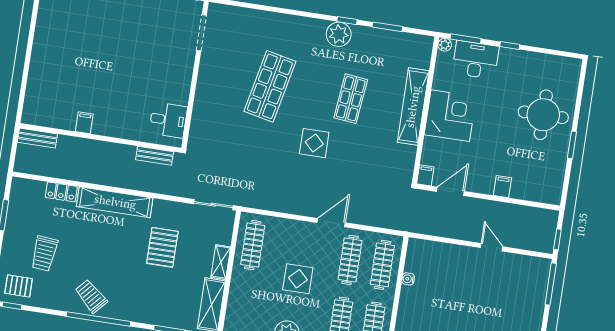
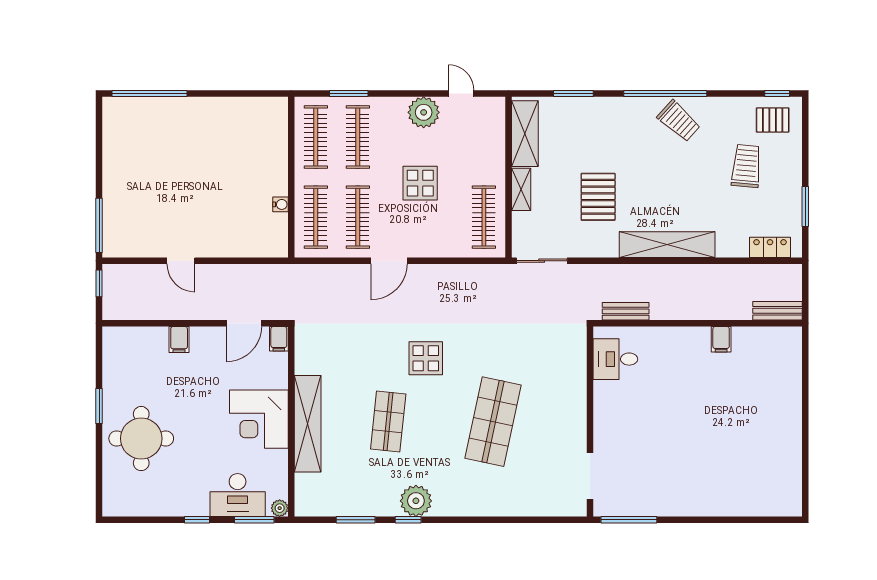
locker: (61, 192) -> (770, 247), moved

